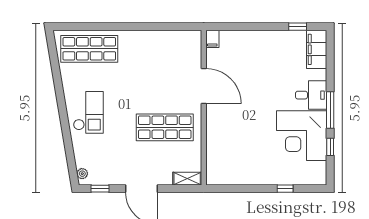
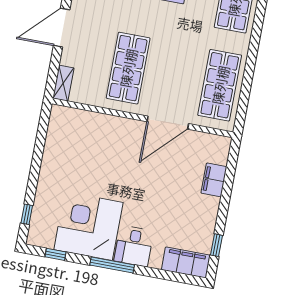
filing cabinet: (212, 39) -> (214, 180), moved, width x2.00
shop shelf: (165, 49) -> (220, 85), added
window: (330, 147) -> (55, 254), moved
window: (285, 189) -> (27, 214), moved

